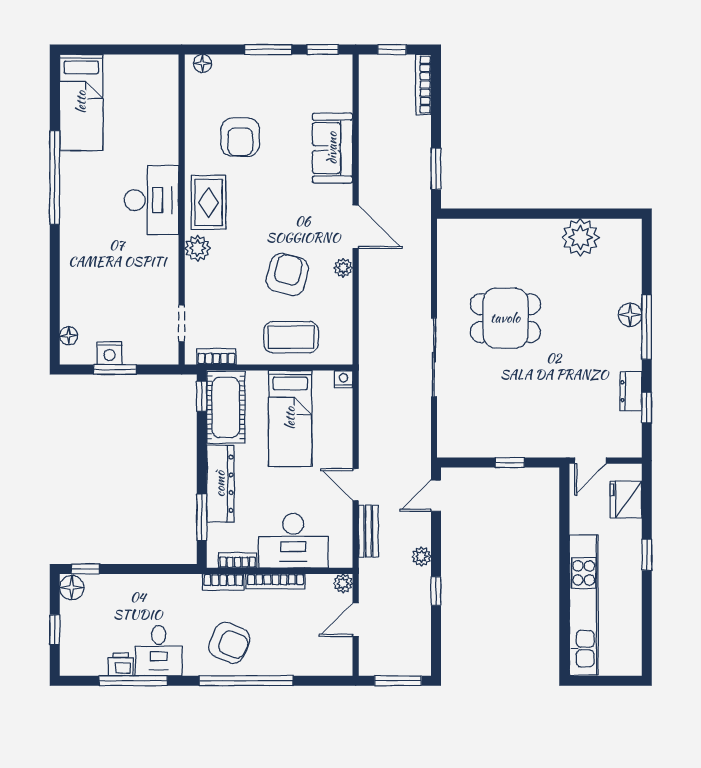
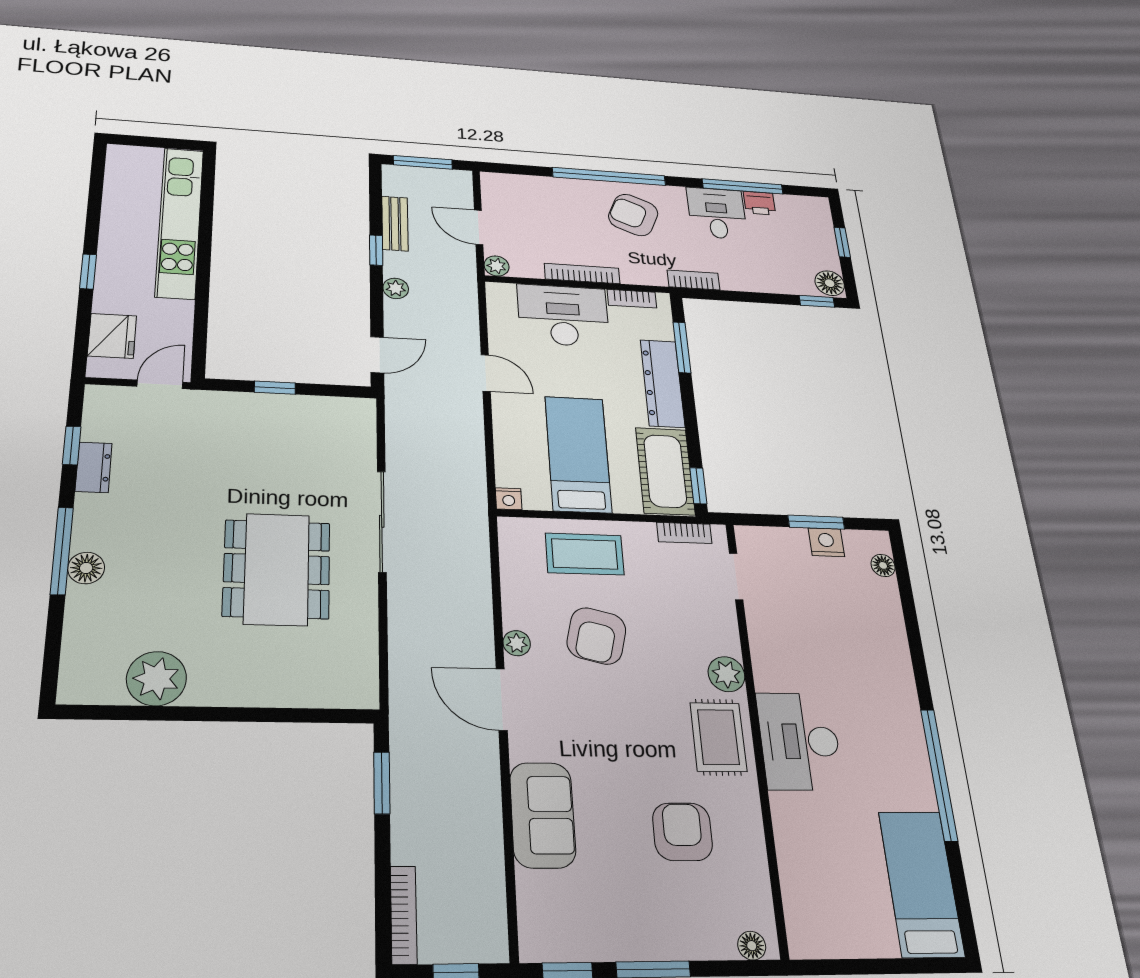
dining table: (505, 318) -> (277, 569), width x1.38
bench: (368, 531) -> (395, 224), moved
bookcase: (223, 582) -> (693, 280), moved
door: (356, 620) -> (479, 227), swing flipped

